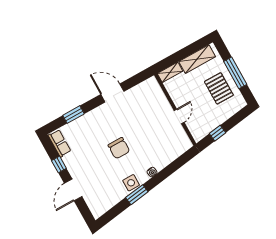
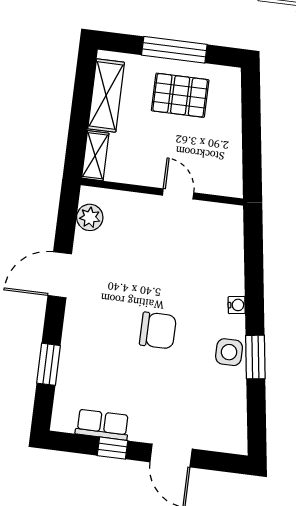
plant: (144, 88) -> (90, 217), added
window: (218, 133) -> (252, 151), removed
row of seats: (60, 143) -> (102, 425), moved

